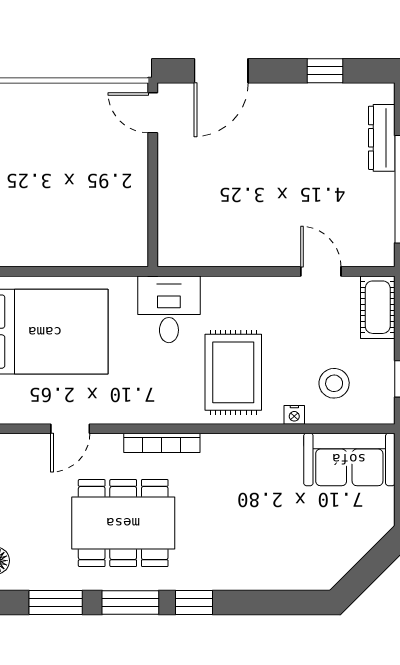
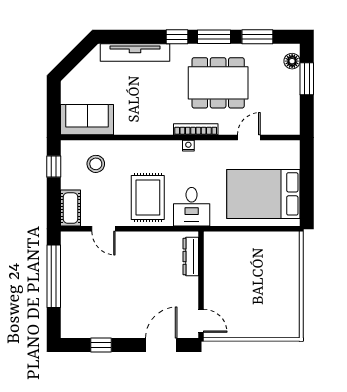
dresser: (382, 138) -> (191, 257), moved, turned 180
rug: (233, 372) -> (148, 197), moved
nightstand: (294, 415) -> (188, 146), moved
tv unit: (266, 575) -> (135, 53), added

